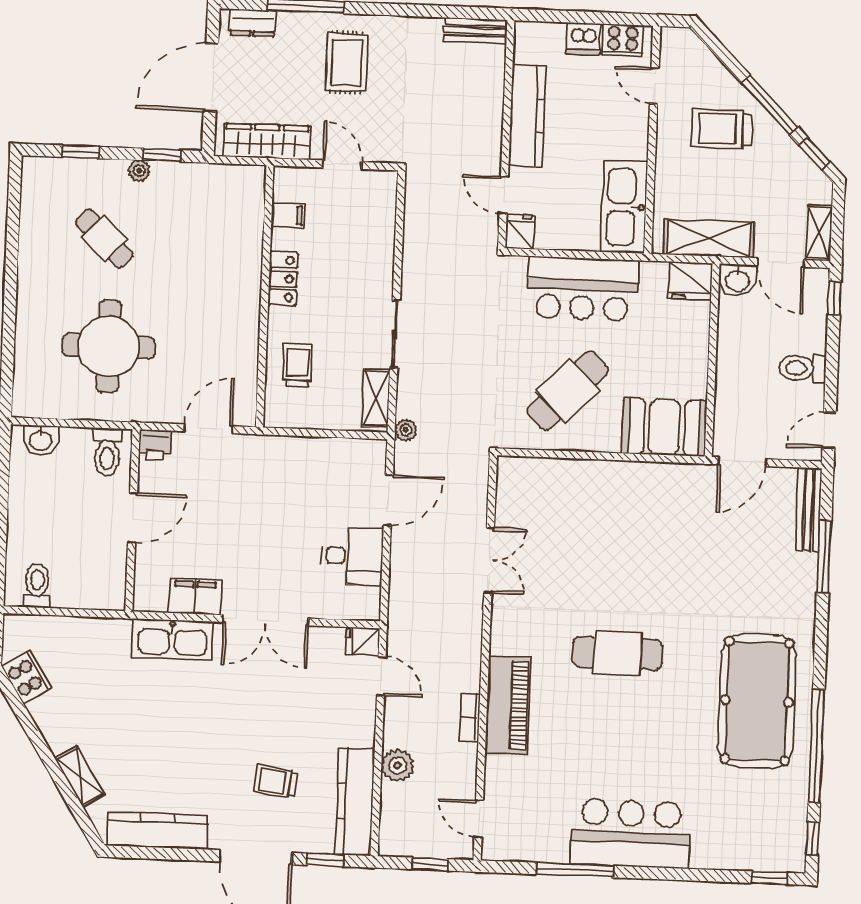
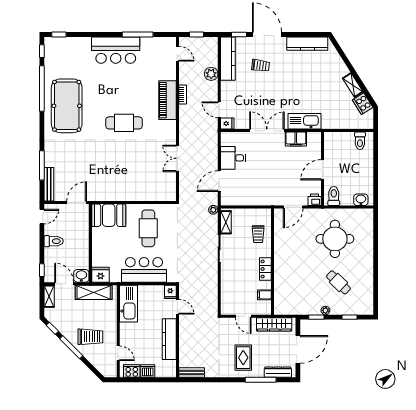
dresser: (252, 23) -> (278, 372), width x1.44
cafe table: (568, 391) -> (148, 228), turned -44
shelving: (80, 777) -> (353, 85), moved

